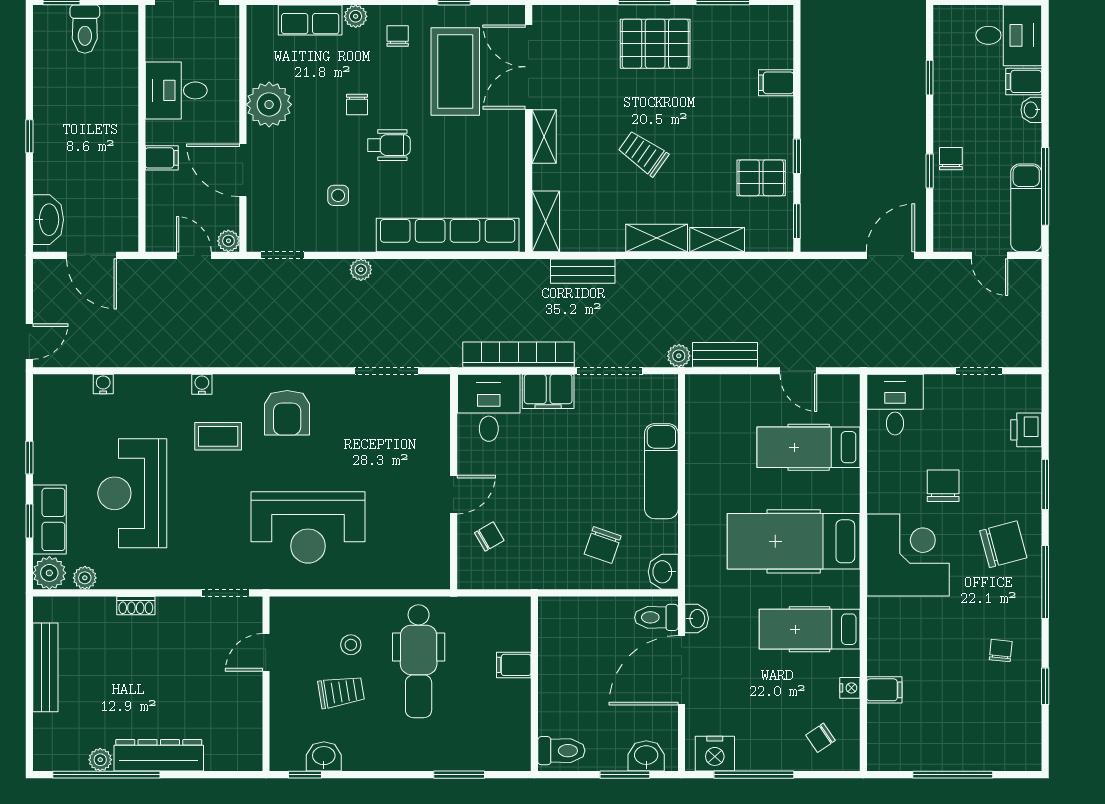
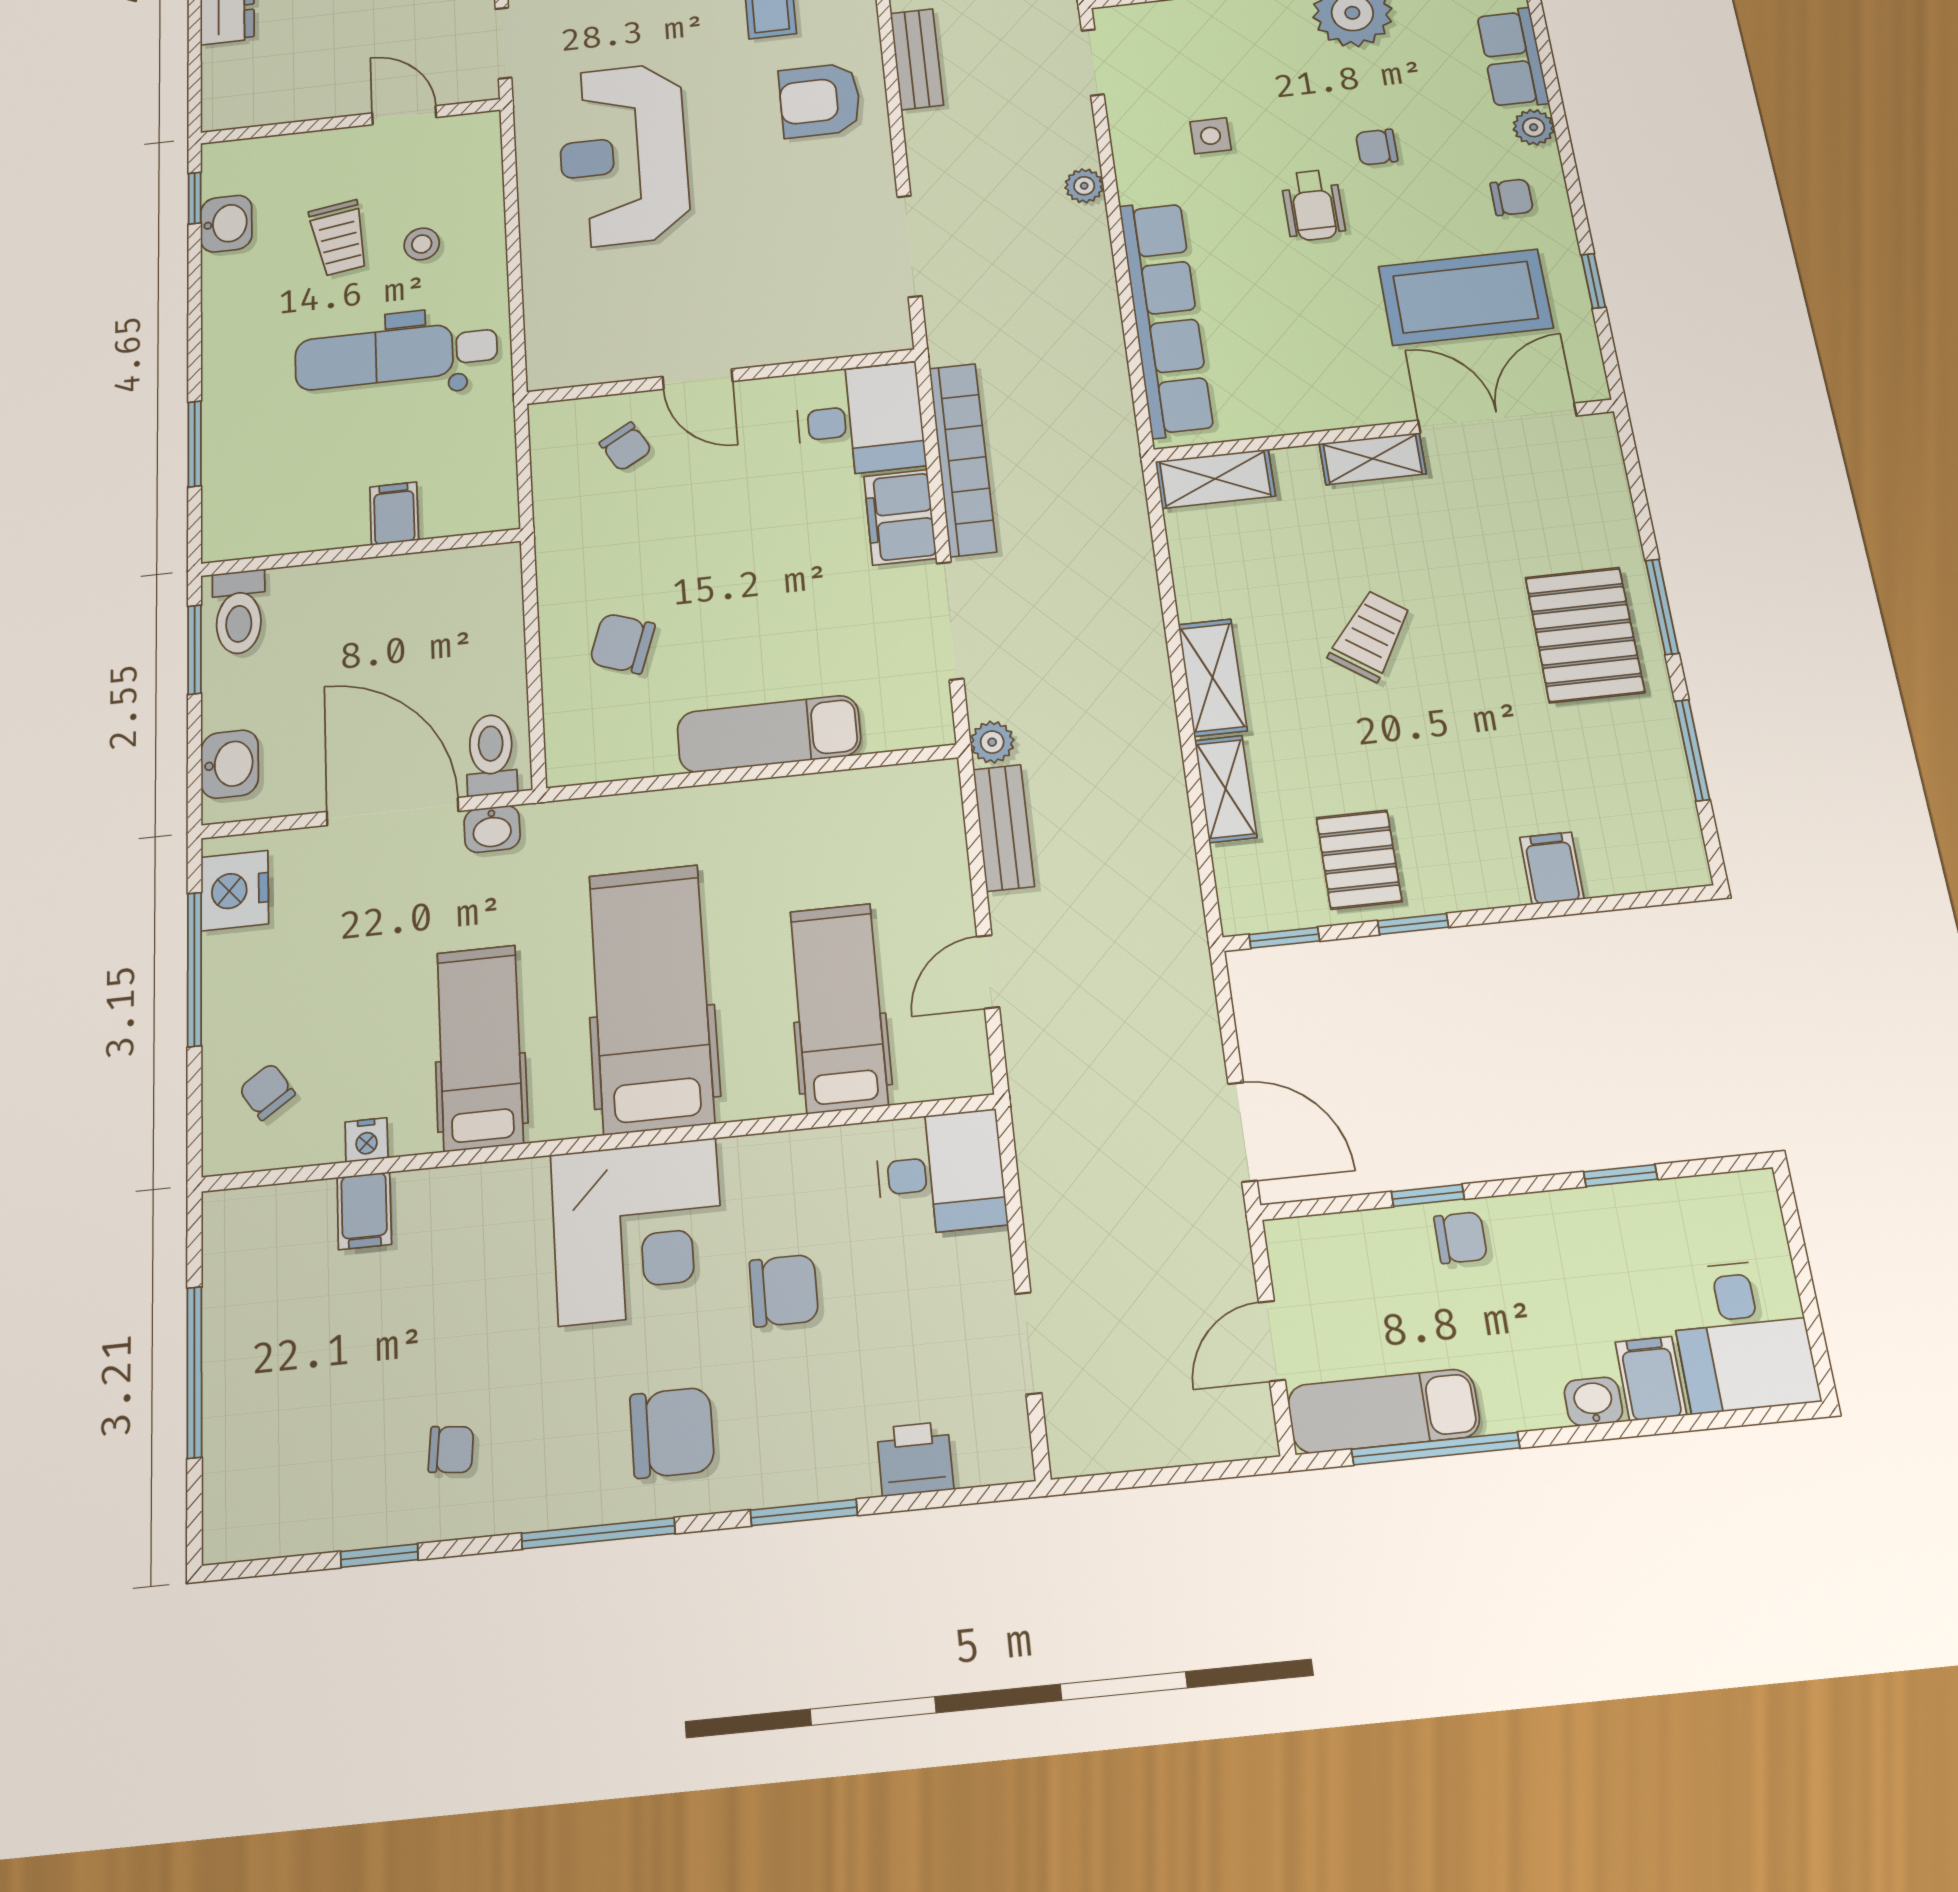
bench: (583, 271) -> (917, 59), moved
chair: (1003, 544) -> (672, 1433), turned -75
washbasin: (663, 572) -> (578, 758), removed
window: (625, 775) -> (195, 650), moved

